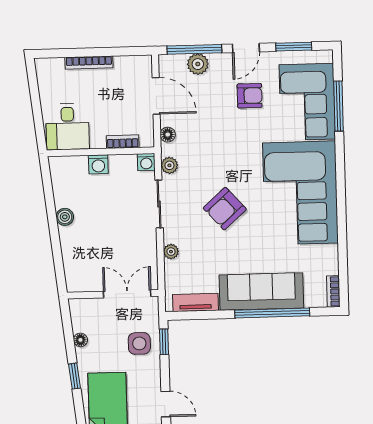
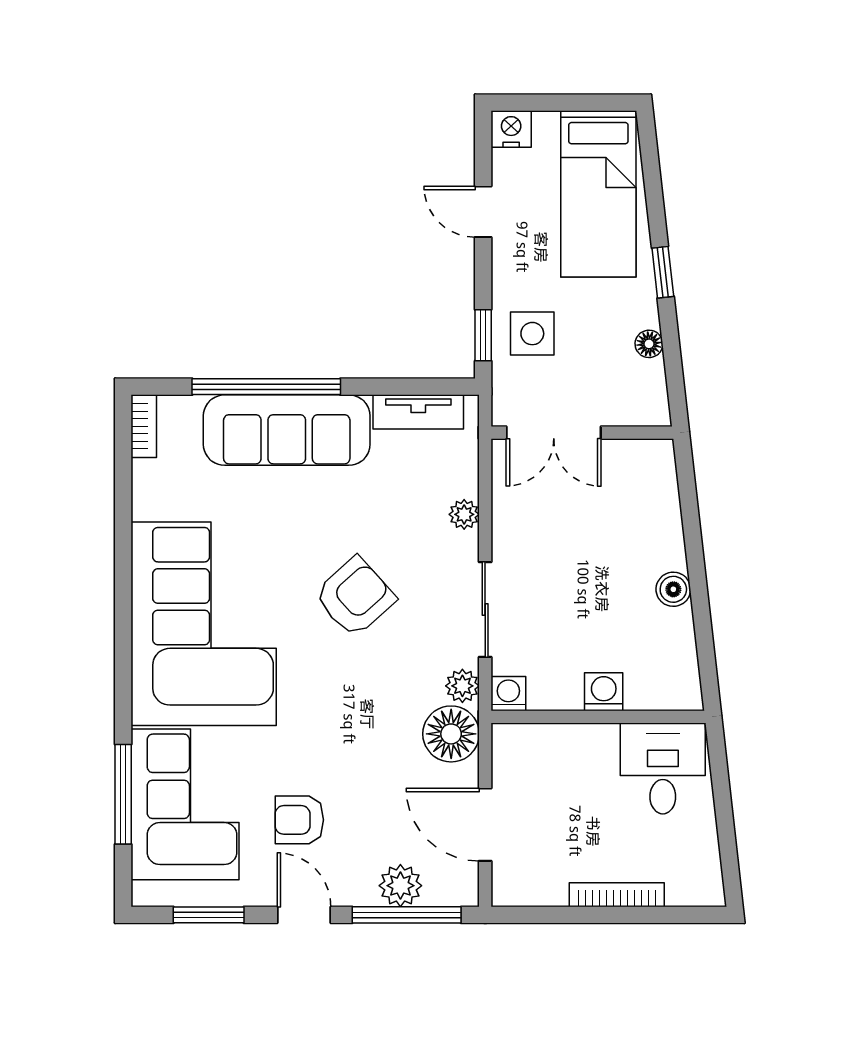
door: (246, 48) -> (304, 915), hinge flipped
floor lamp: (168, 135) -> (451, 734), width x1.89, depth x1.89
bookcase: (123, 142) -> (554, 736), removed

